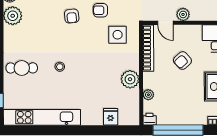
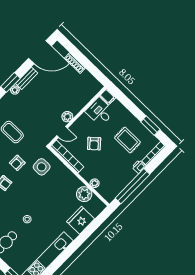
plant: (130, 79) -> (84, 194), moved
fridge: (111, 117) -> (81, 220), width x1.88, depth x1.34
printer: (150, 119) -> (139, 167), moved

